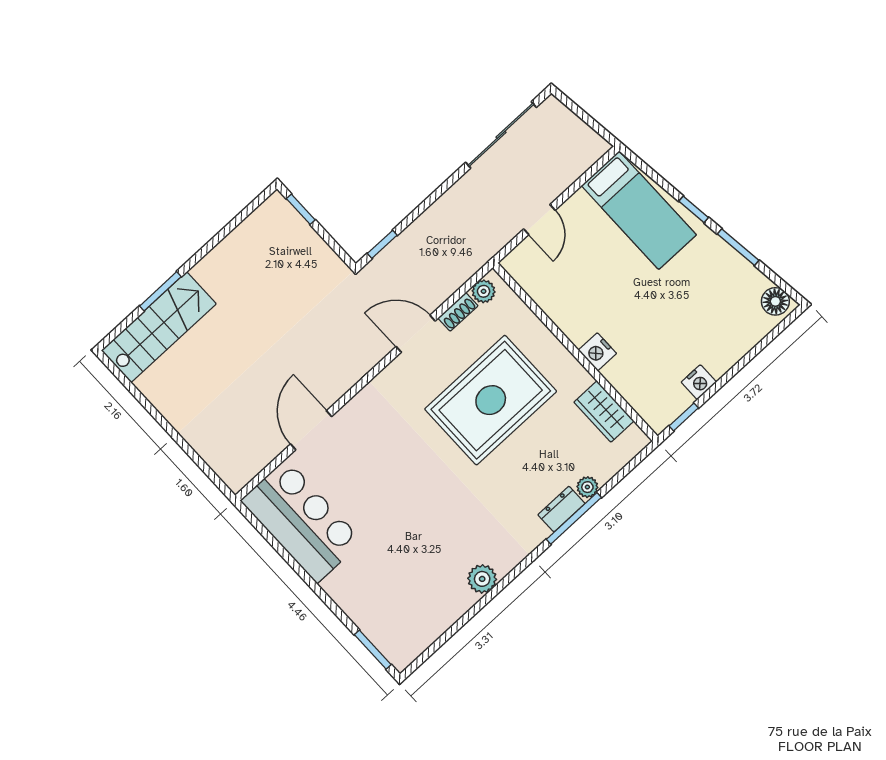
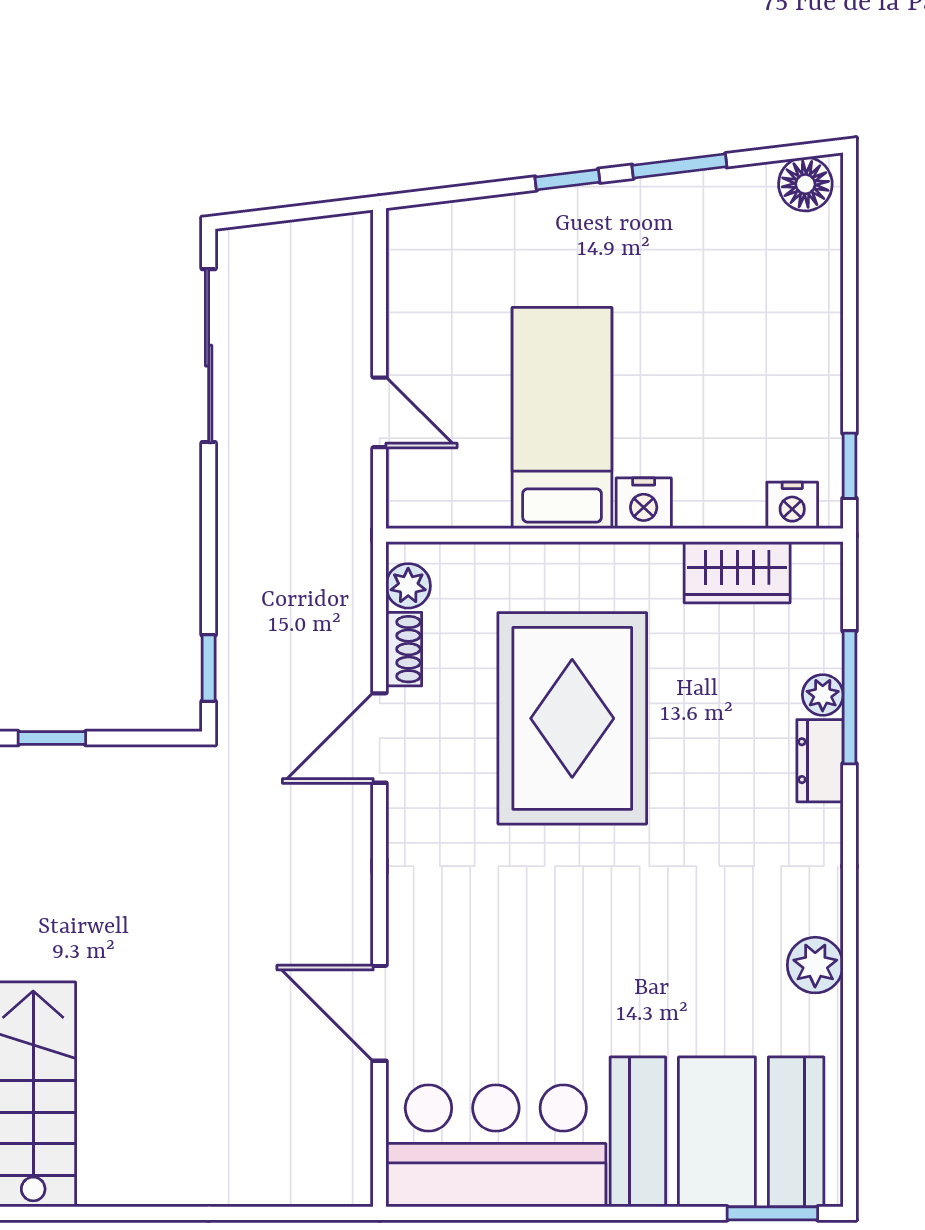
bed: (639, 210) -> (562, 418), moved, turned -90
nightstand: (699, 382) -> (792, 505), moved, turned 90
window: (574, 518) -> (850, 697), moved
booth: (384, 600) -> (717, 1132), added

